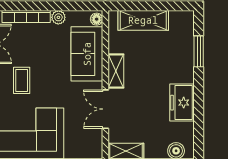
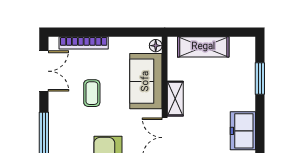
plant: (58, 17) -> (117, 44), removed
coffee table: (22, 80) -> (92, 93), moved

